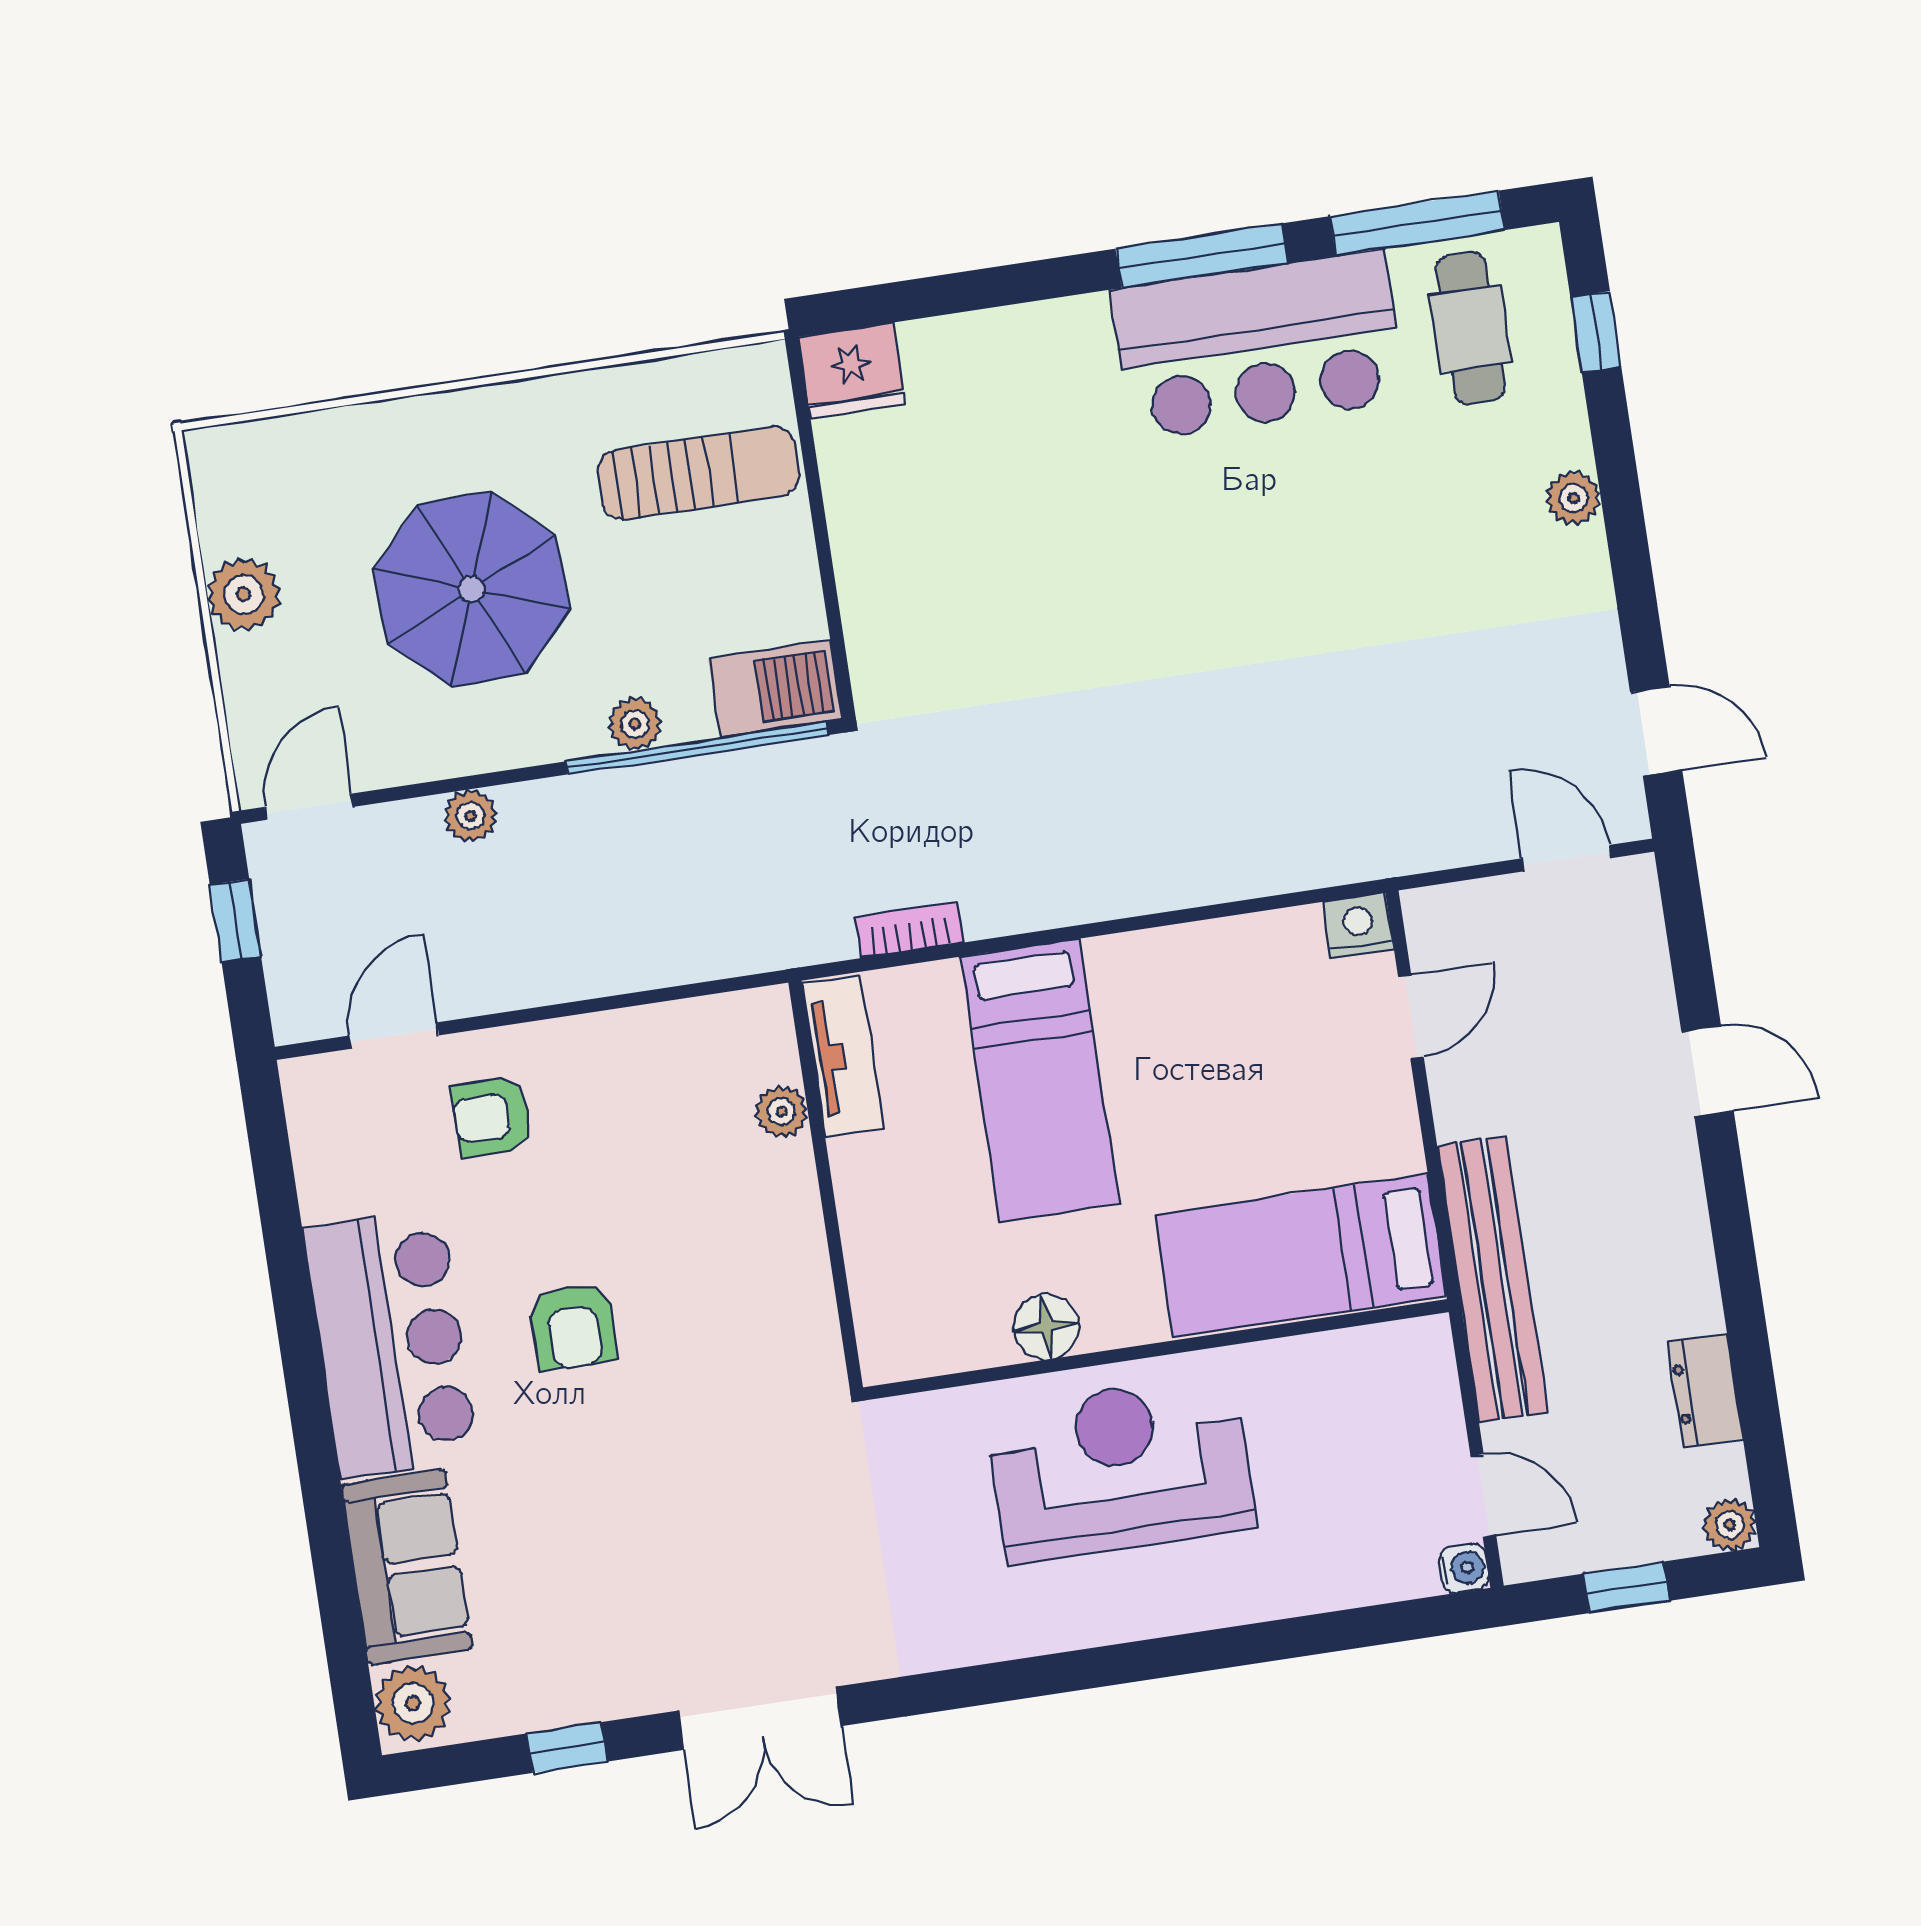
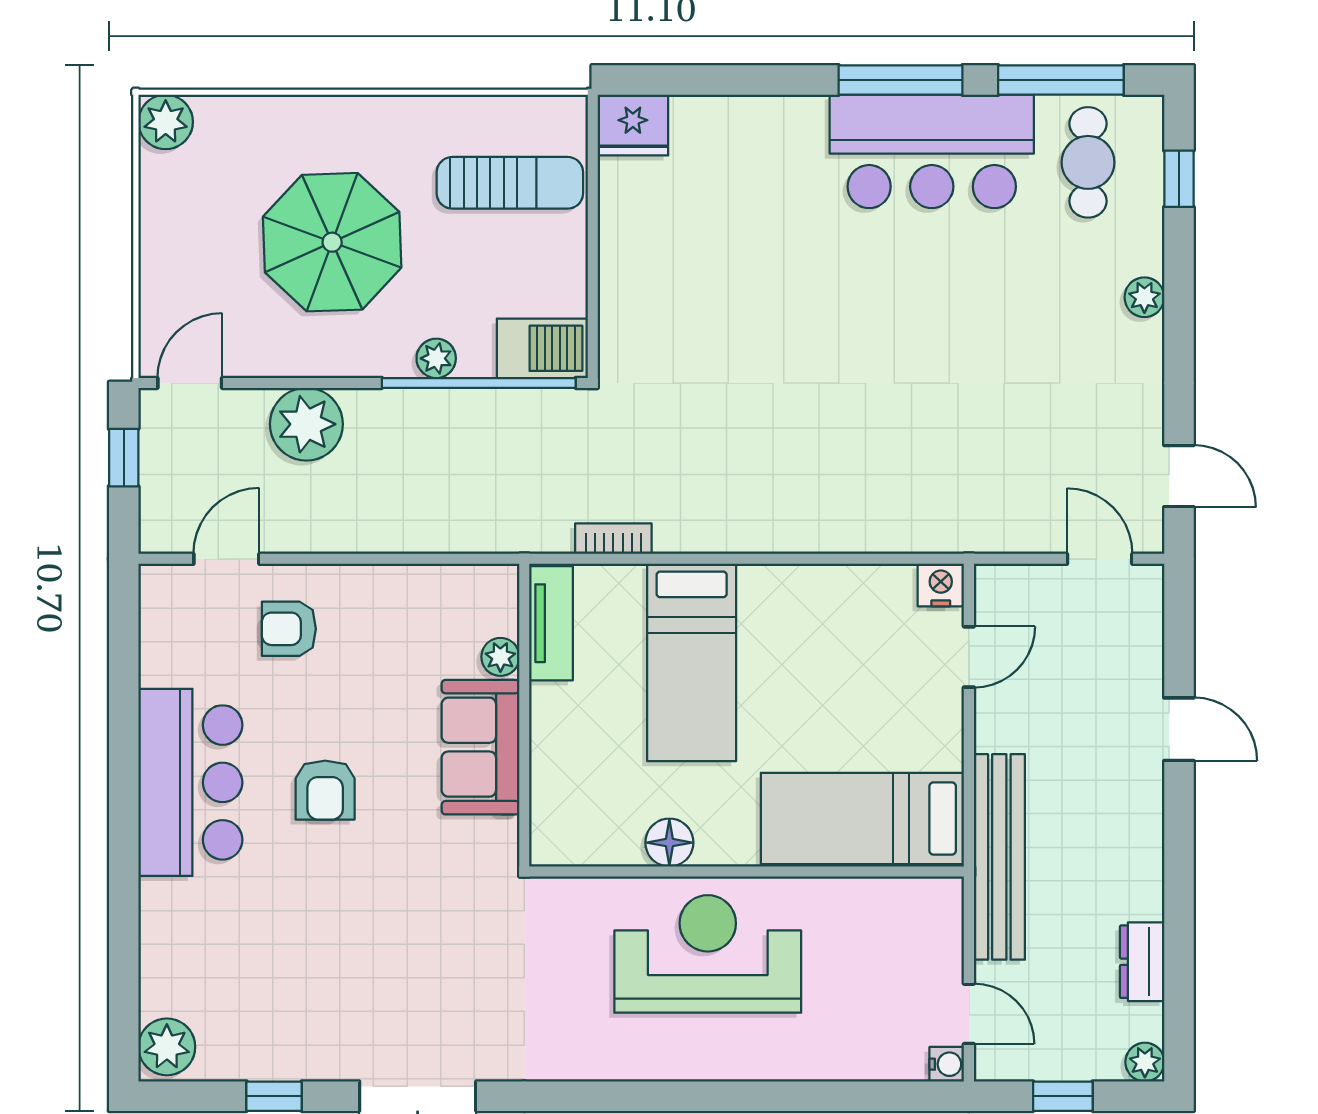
plant: (244, 594) -> (166, 122), moved
plant: (470, 816) -> (306, 424), width x1.88, depth x1.88
sofa: (407, 1567) -> (480, 747), moved, turned 180

